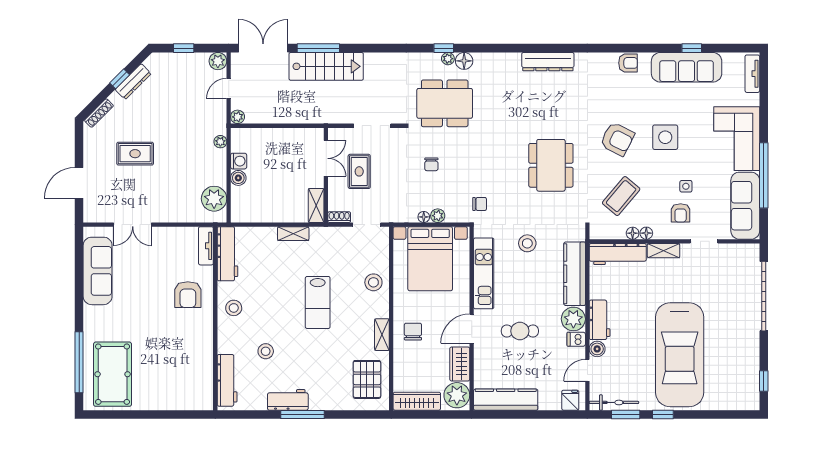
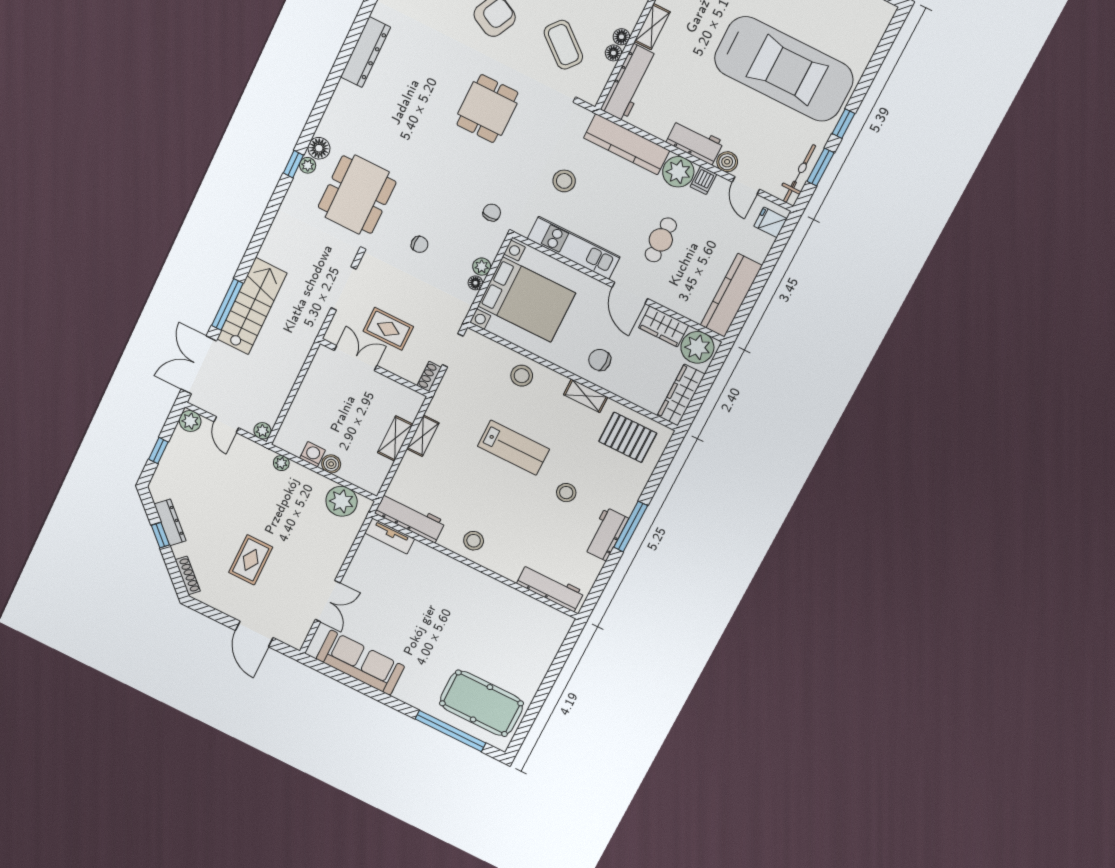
dining table: (551, 165) -> (487, 109), width x0.73
shelving: (316, 205) -> (395, 438), moved, turned 90
armchair: (188, 295) -> (434, 582), removed
stool: (266, 351) -> (566, 493), moved

